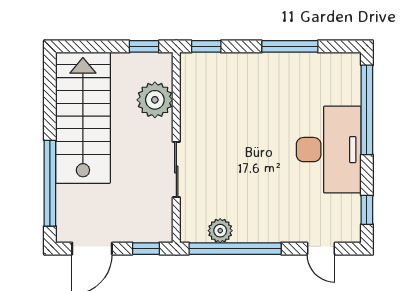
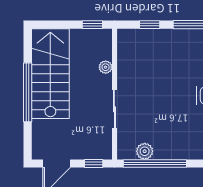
window: (206, 46) -> (150, 25), moved
plant: (155, 100) -> (106, 67), width x0.53, depth x0.53
window: (50, 183) -> (28, 92), moved

